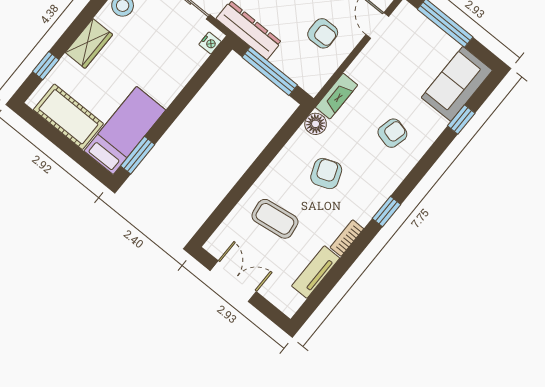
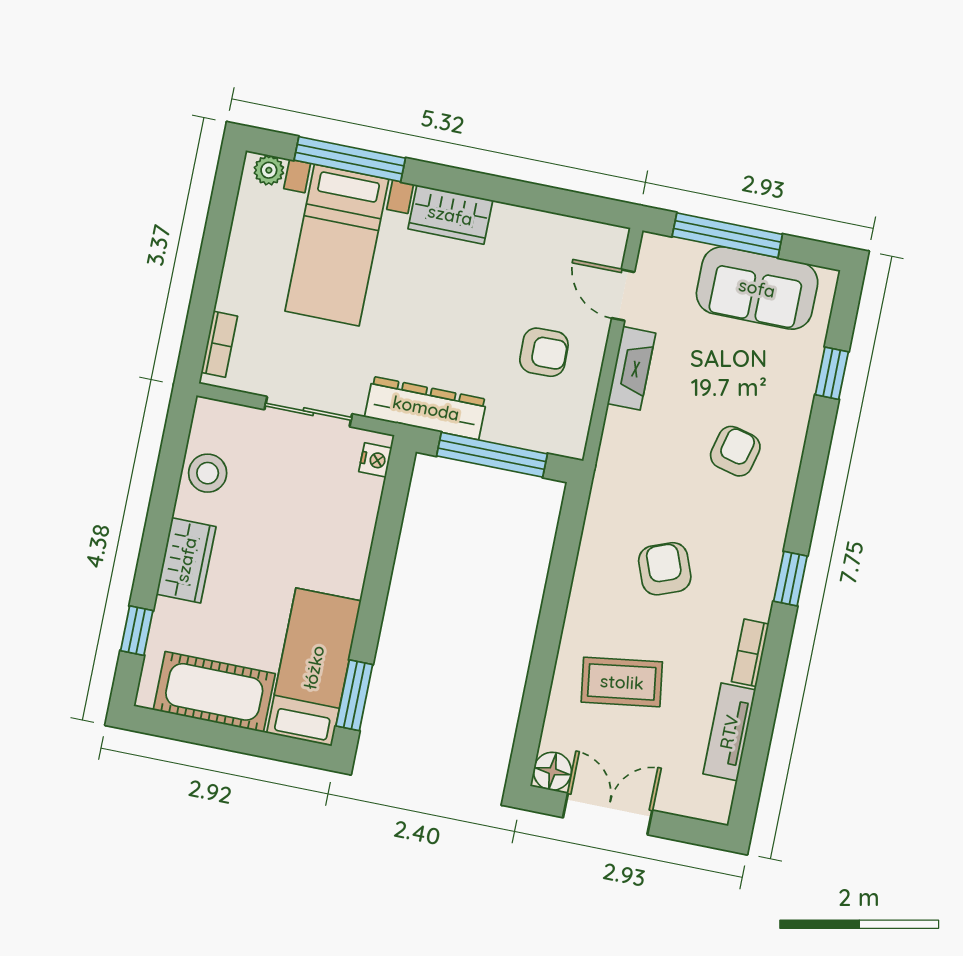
sofa: (457, 84) -> (757, 288), moved, turned -90
fireplace: (337, 96) -> (632, 368), moved
floor lamp: (316, 124) -> (552, 771), moved

